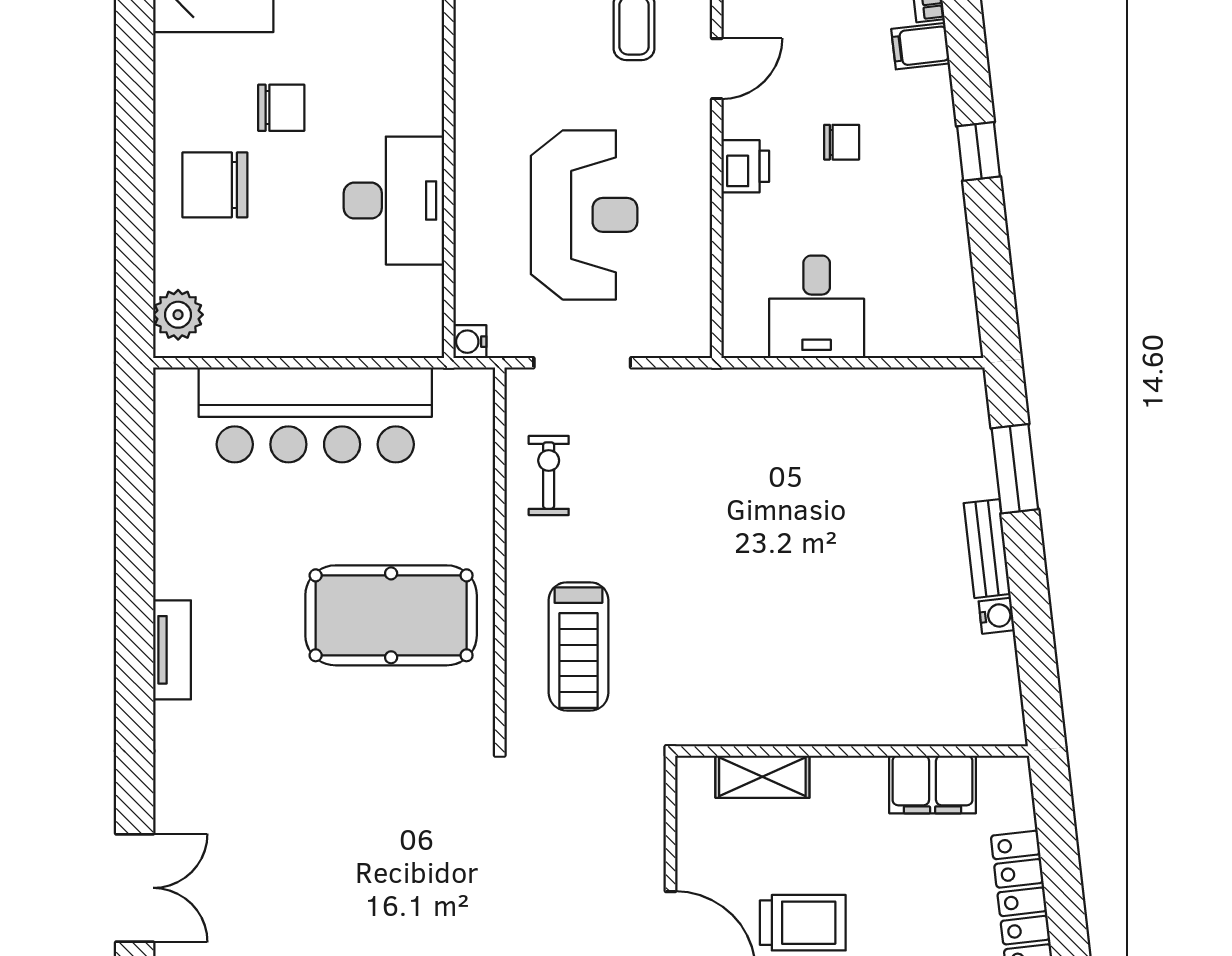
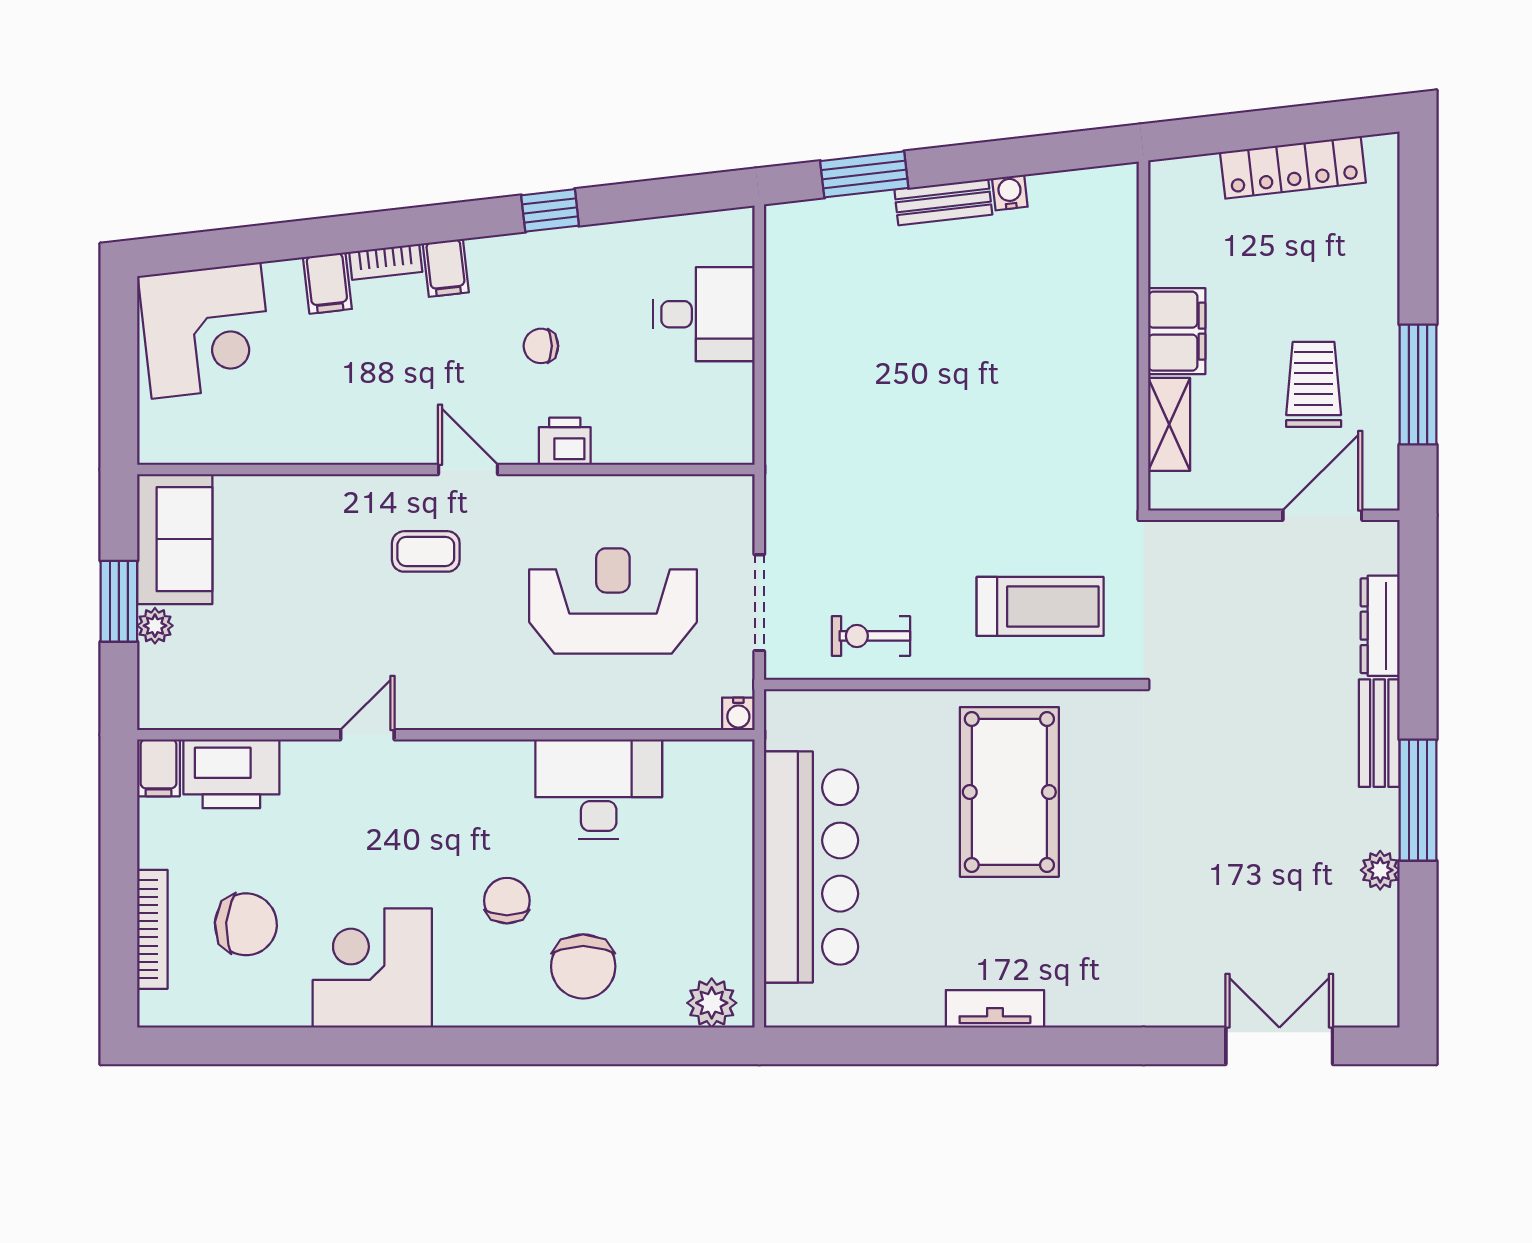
chair: (842, 142) -> (541, 346), turned -90
desk: (817, 307) -> (704, 314), moved
tv unit: (172, 650) -> (995, 1009), moved
filing cabinet: (933, 784) -> (1177, 331), moved

